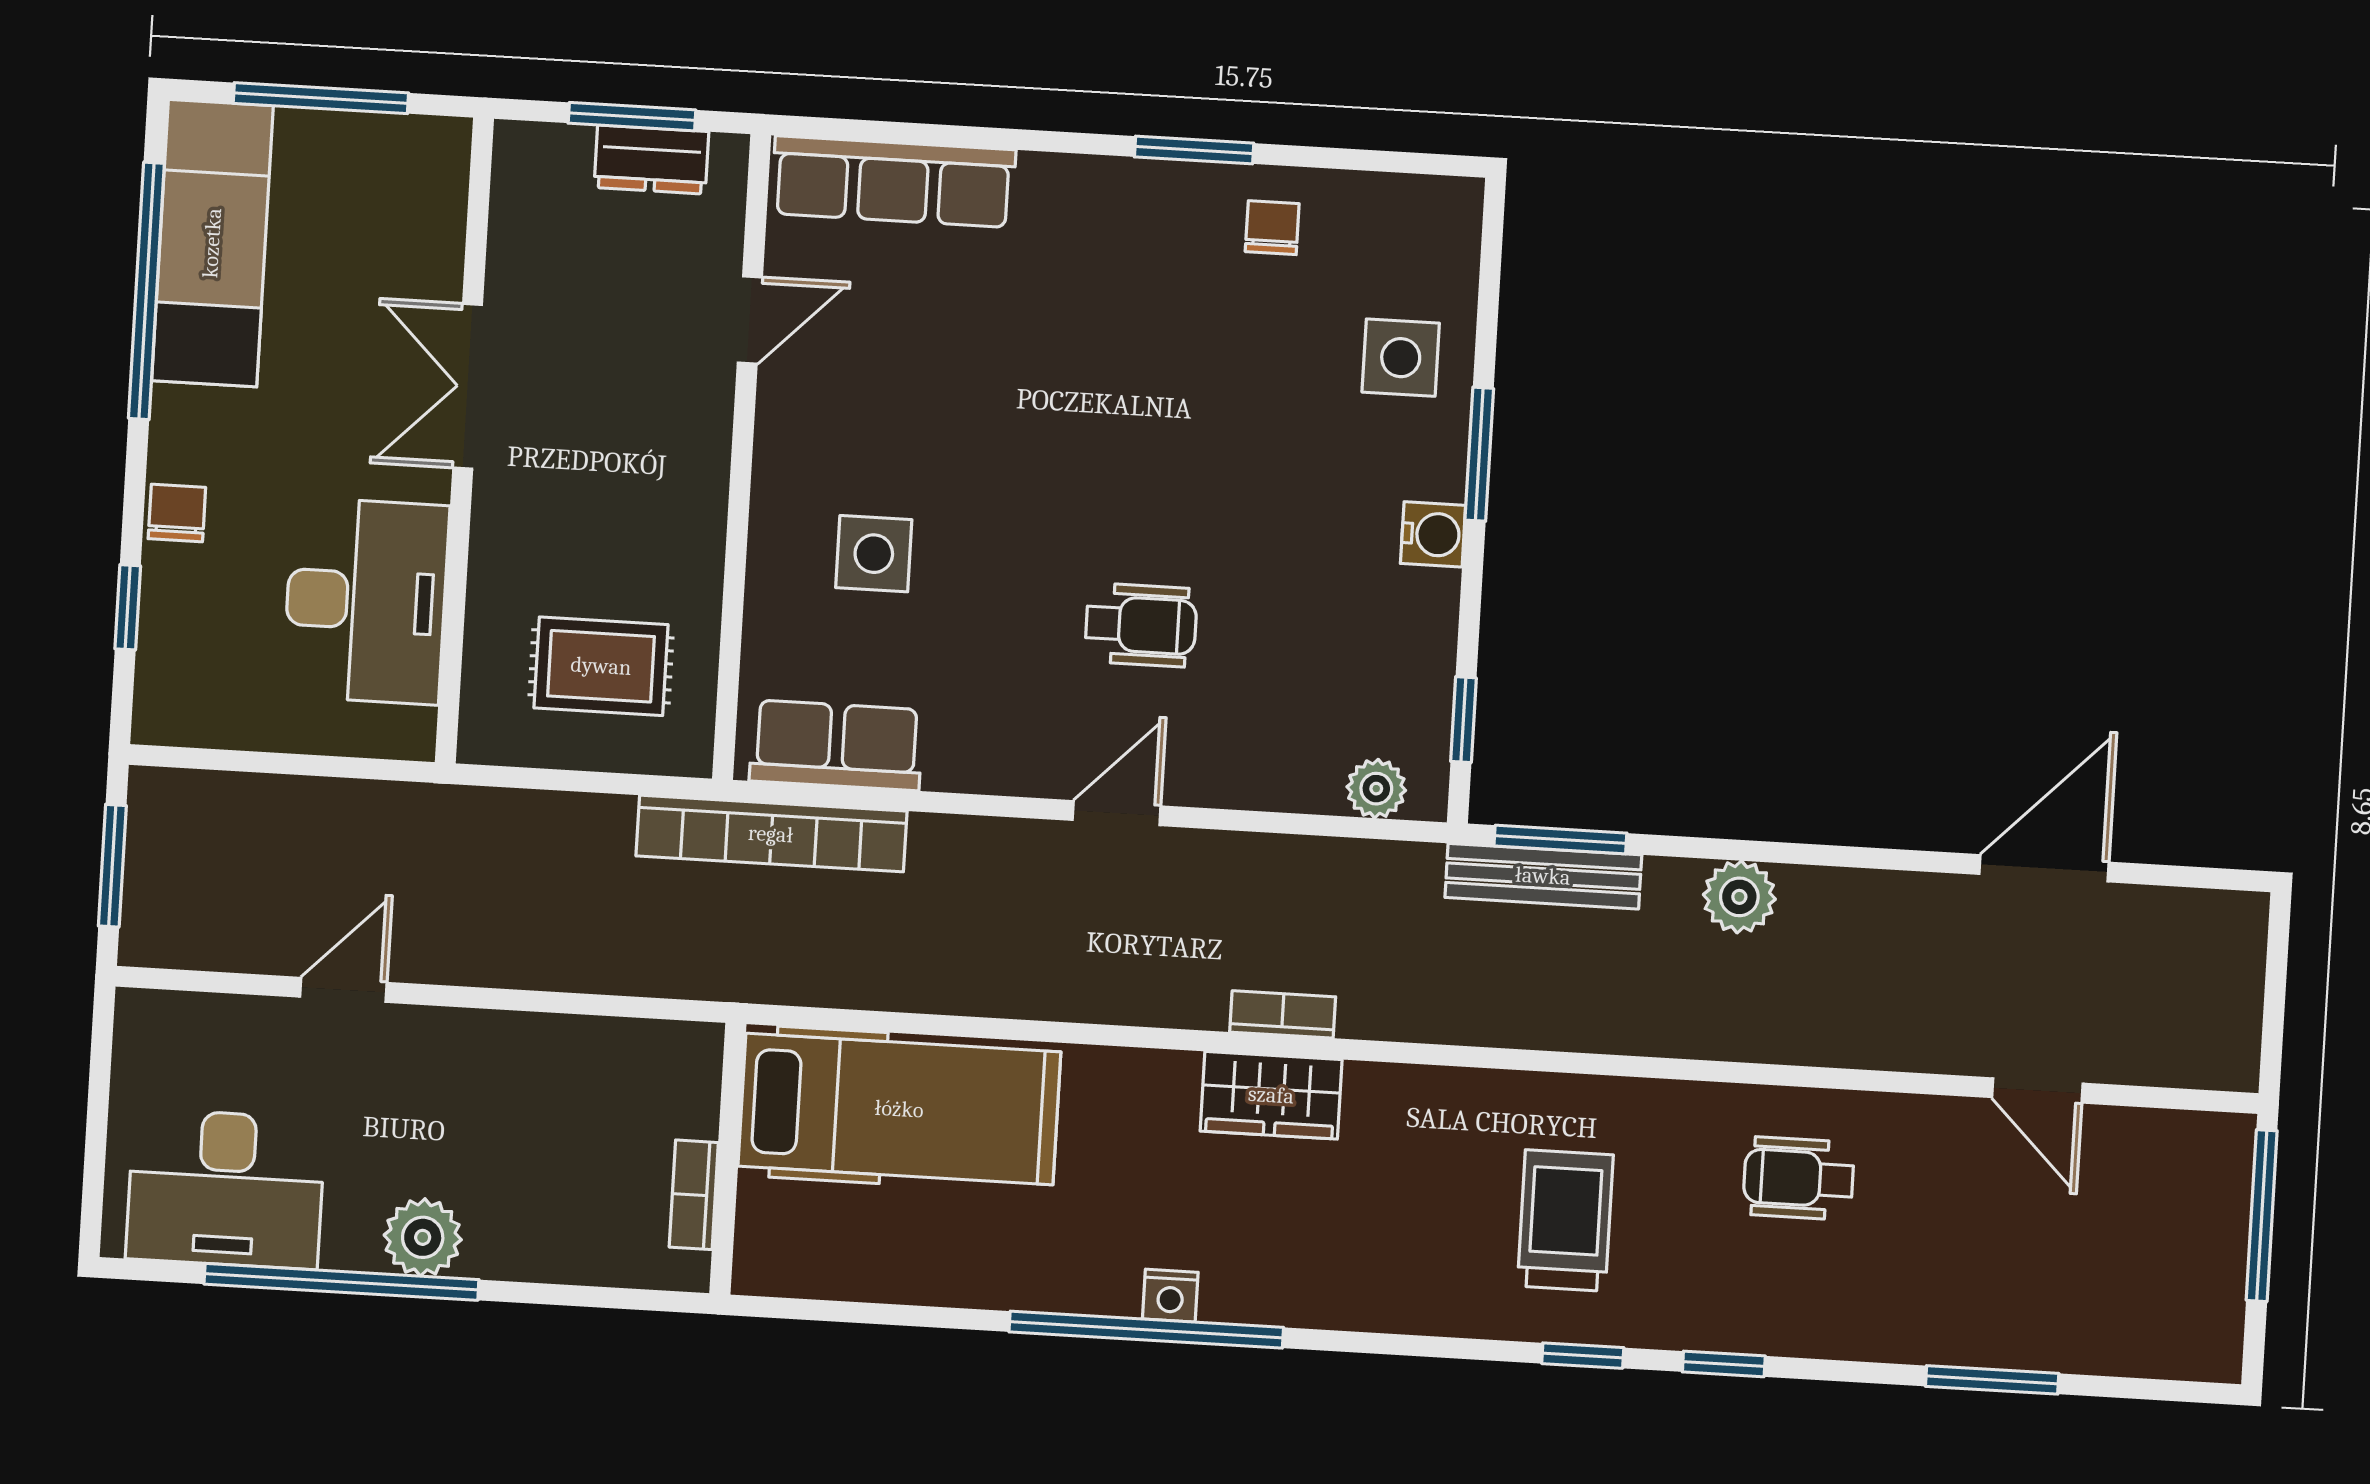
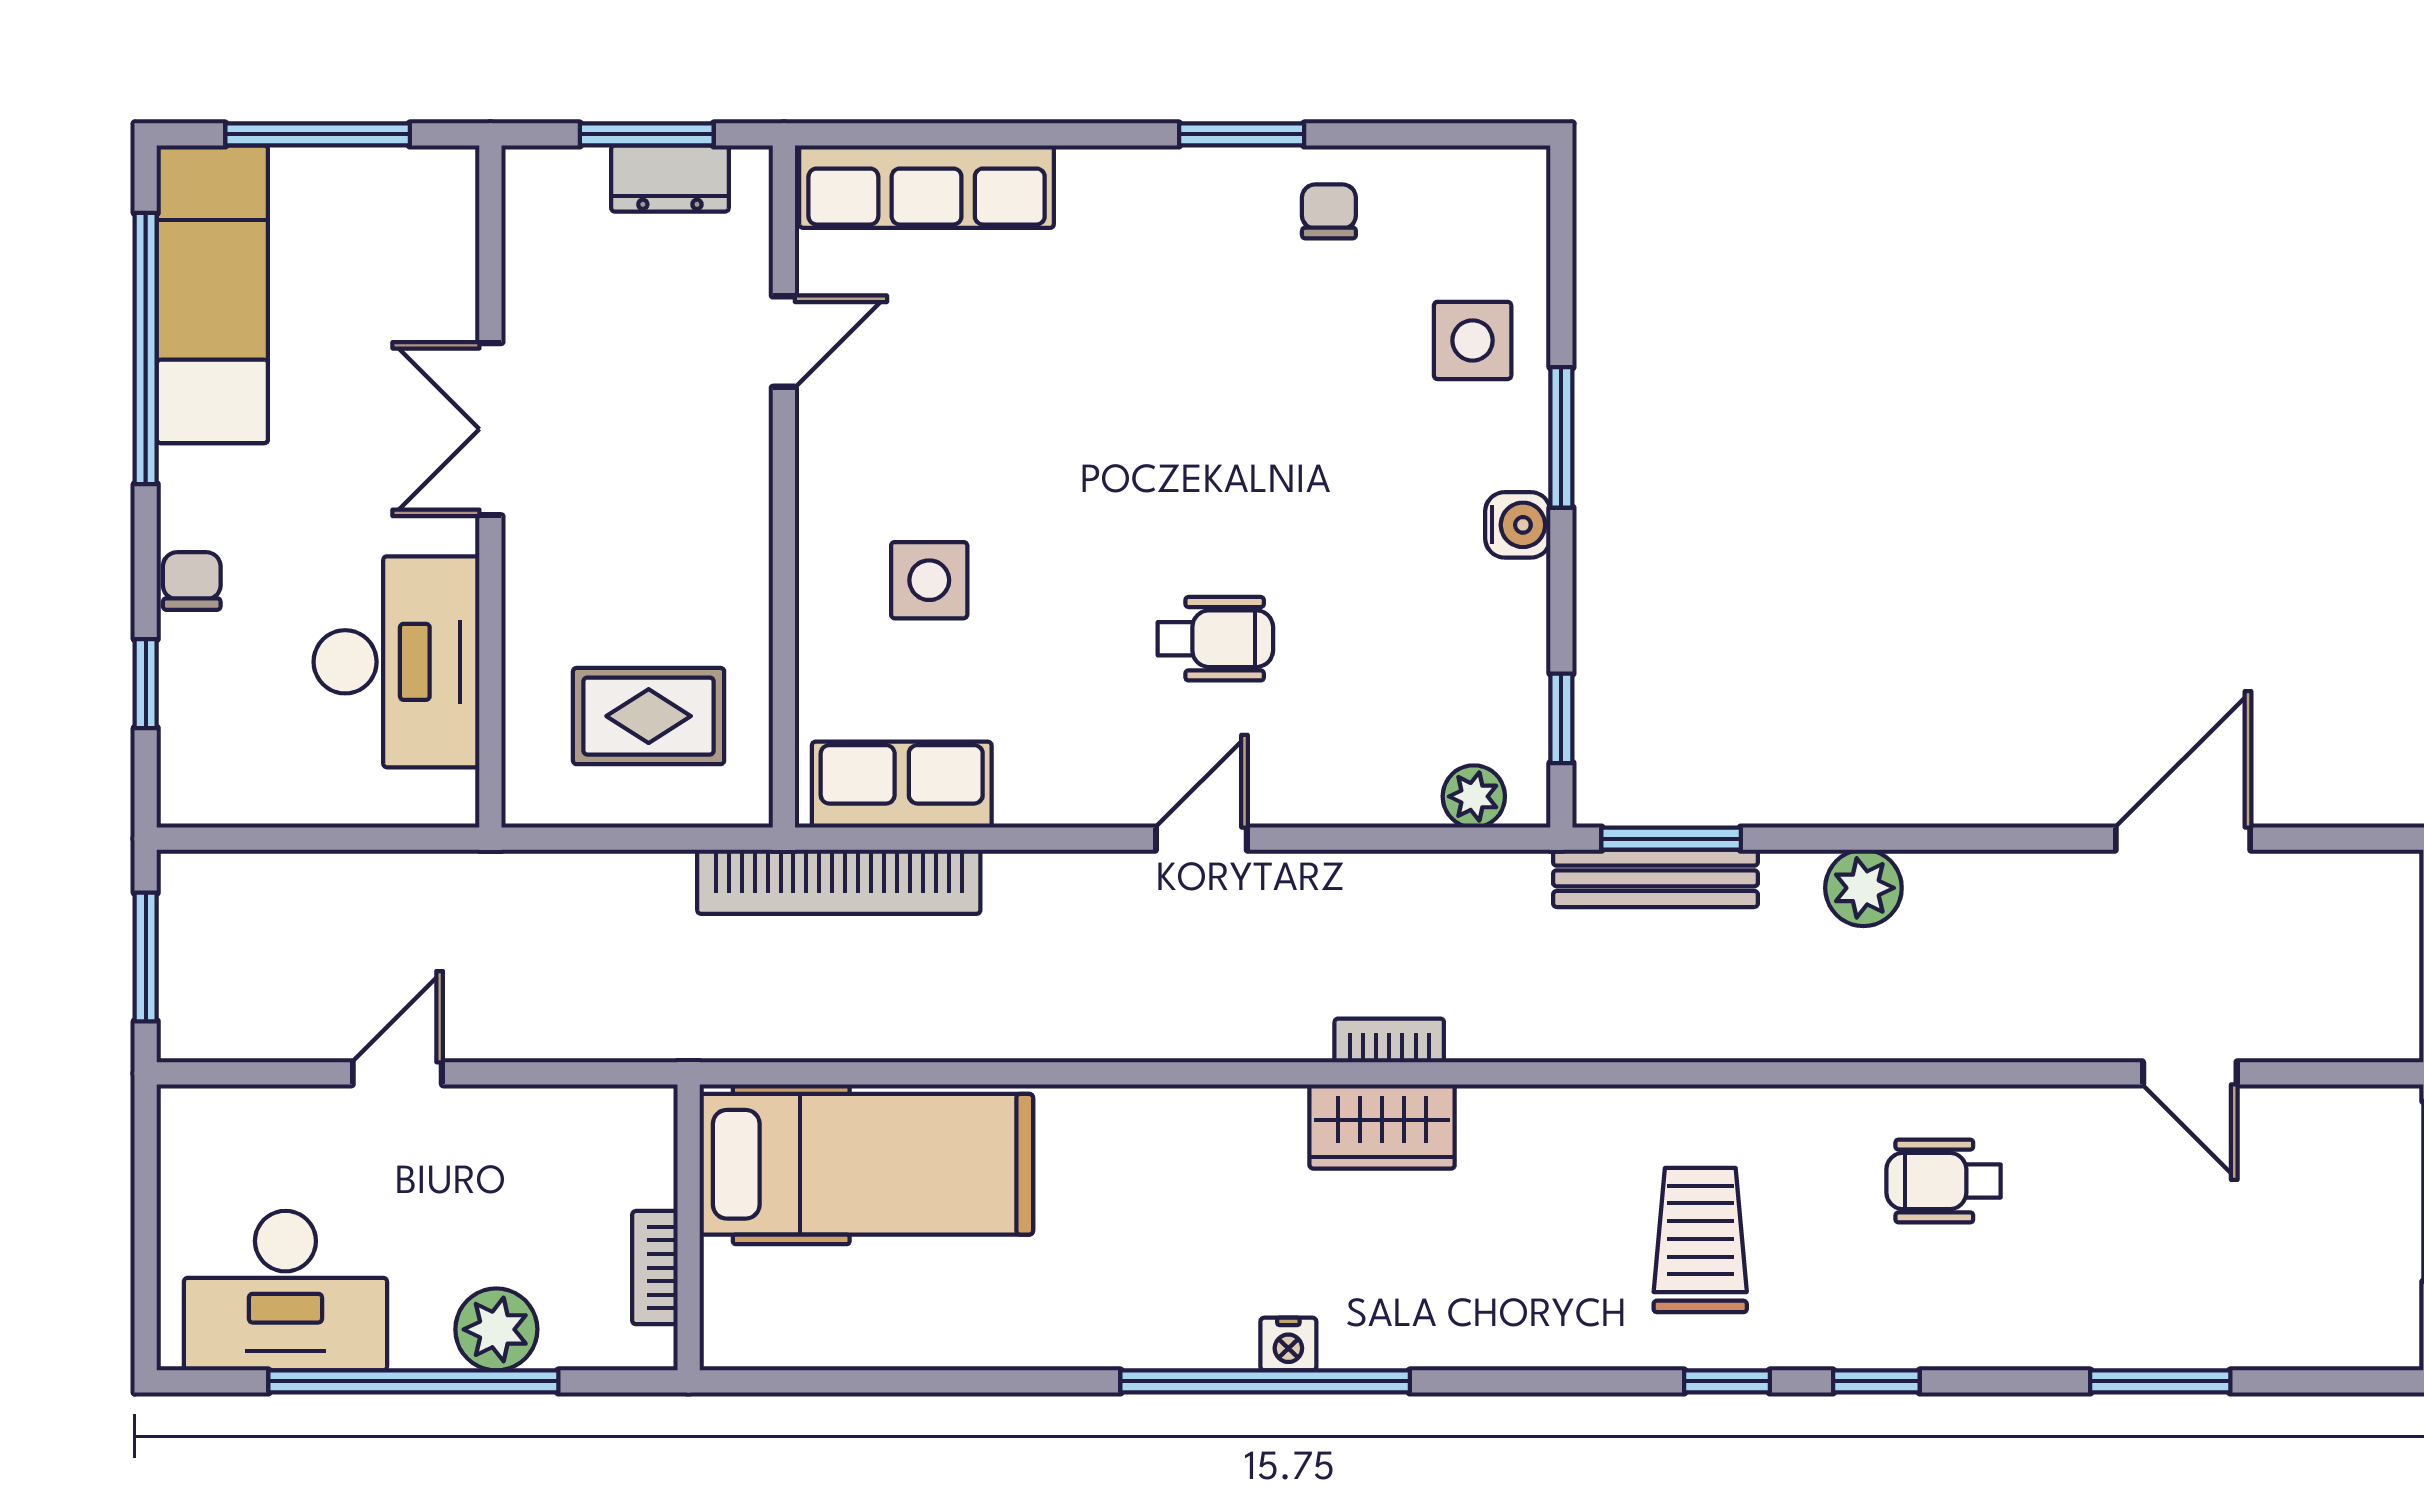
hospital bed: (899, 1109) -> (866, 1164), moved
wall: (728, 1159) -> (689, 1227), moved
bookcase: (694, 1195) -> (655, 1268), moved

